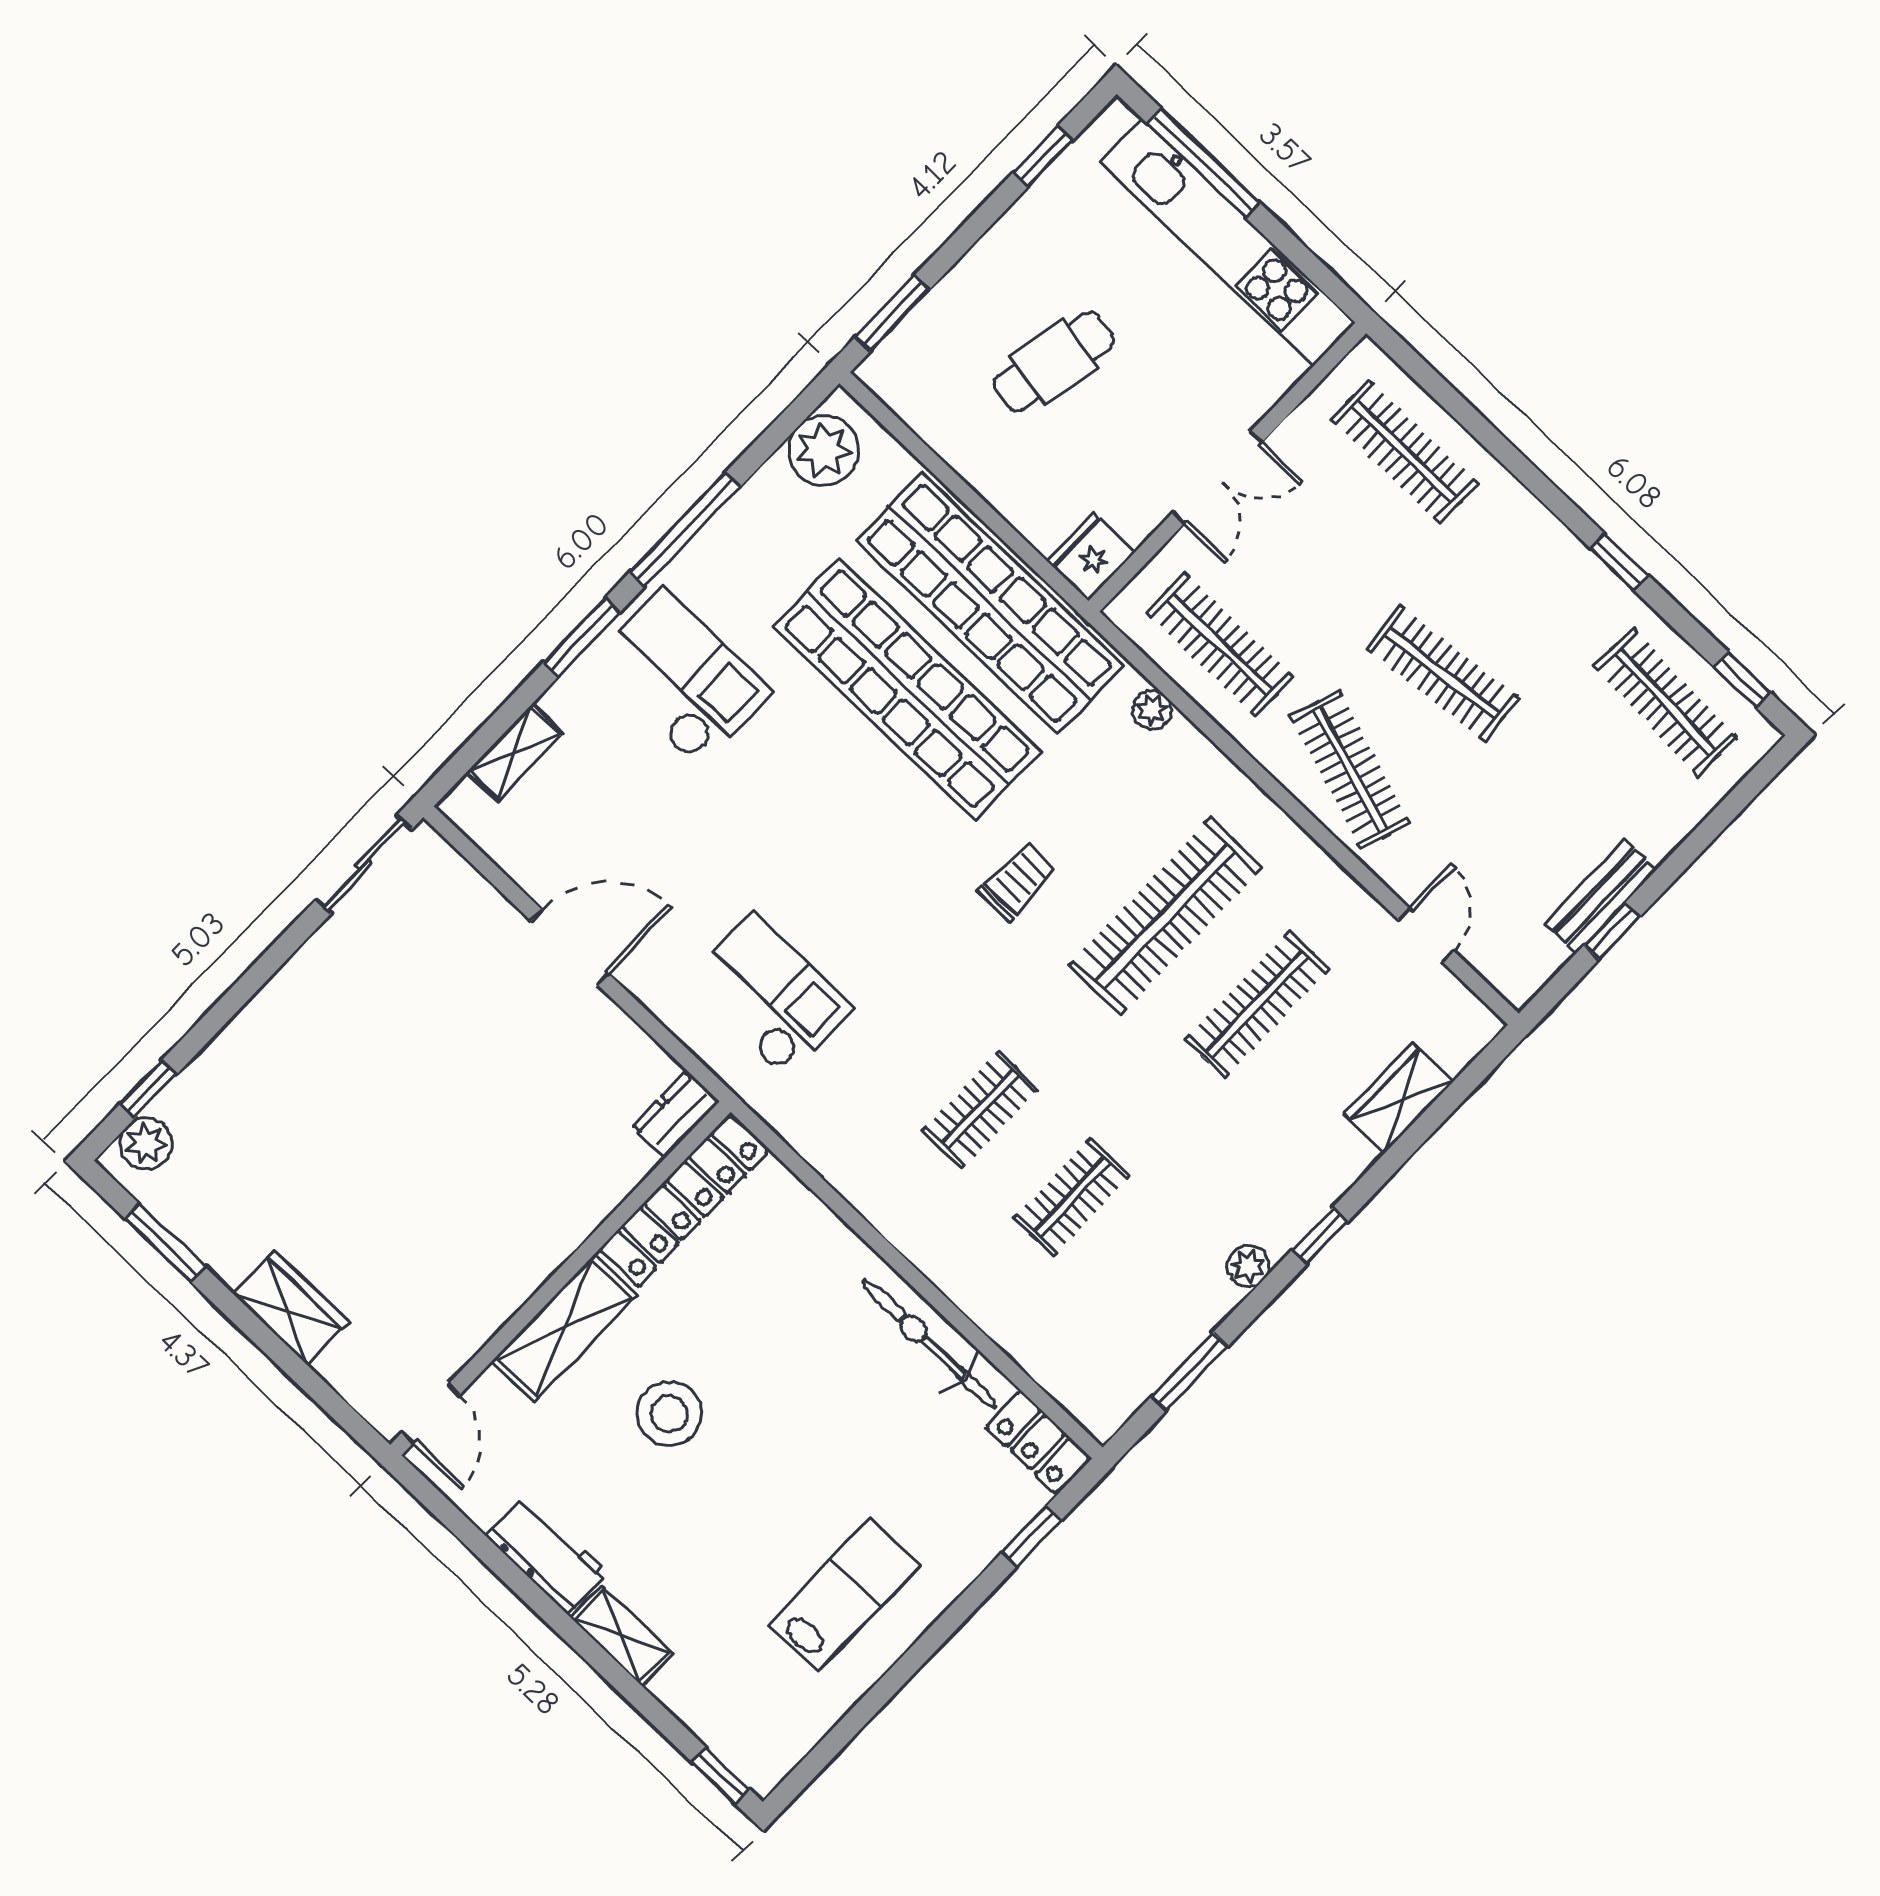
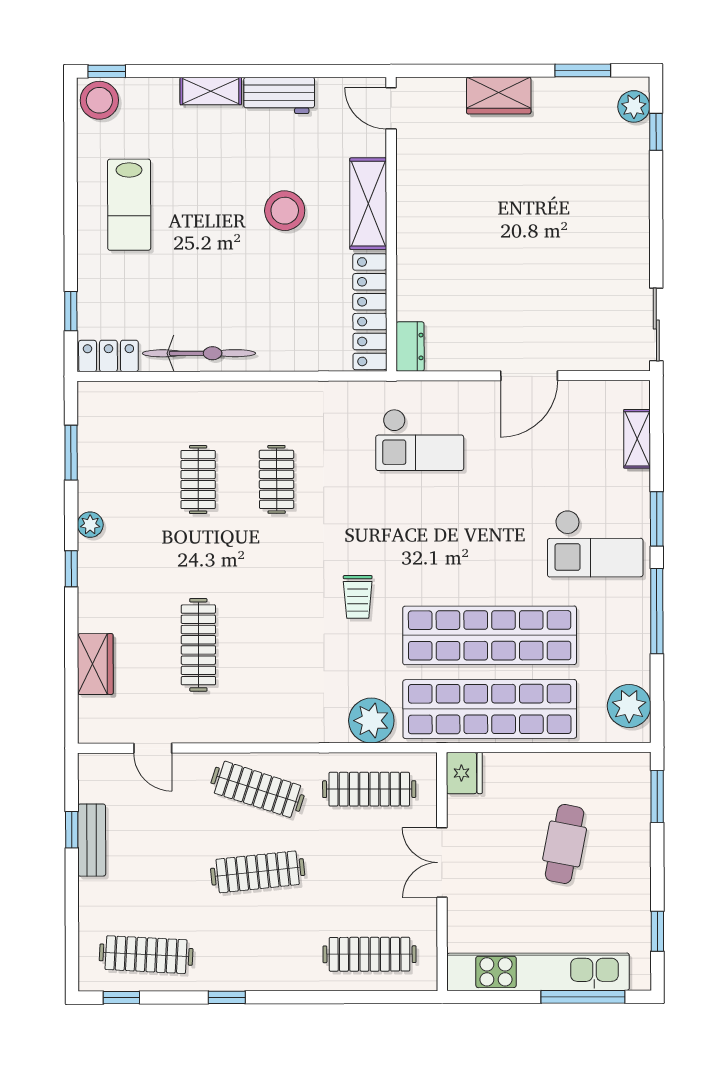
plant: (1152, 710) -> (371, 721), width x1.88, depth x1.88
clothes rail: (1165, 917) -> (277, 645), removed
stool: (762, 1750) -> (99, 100), added

